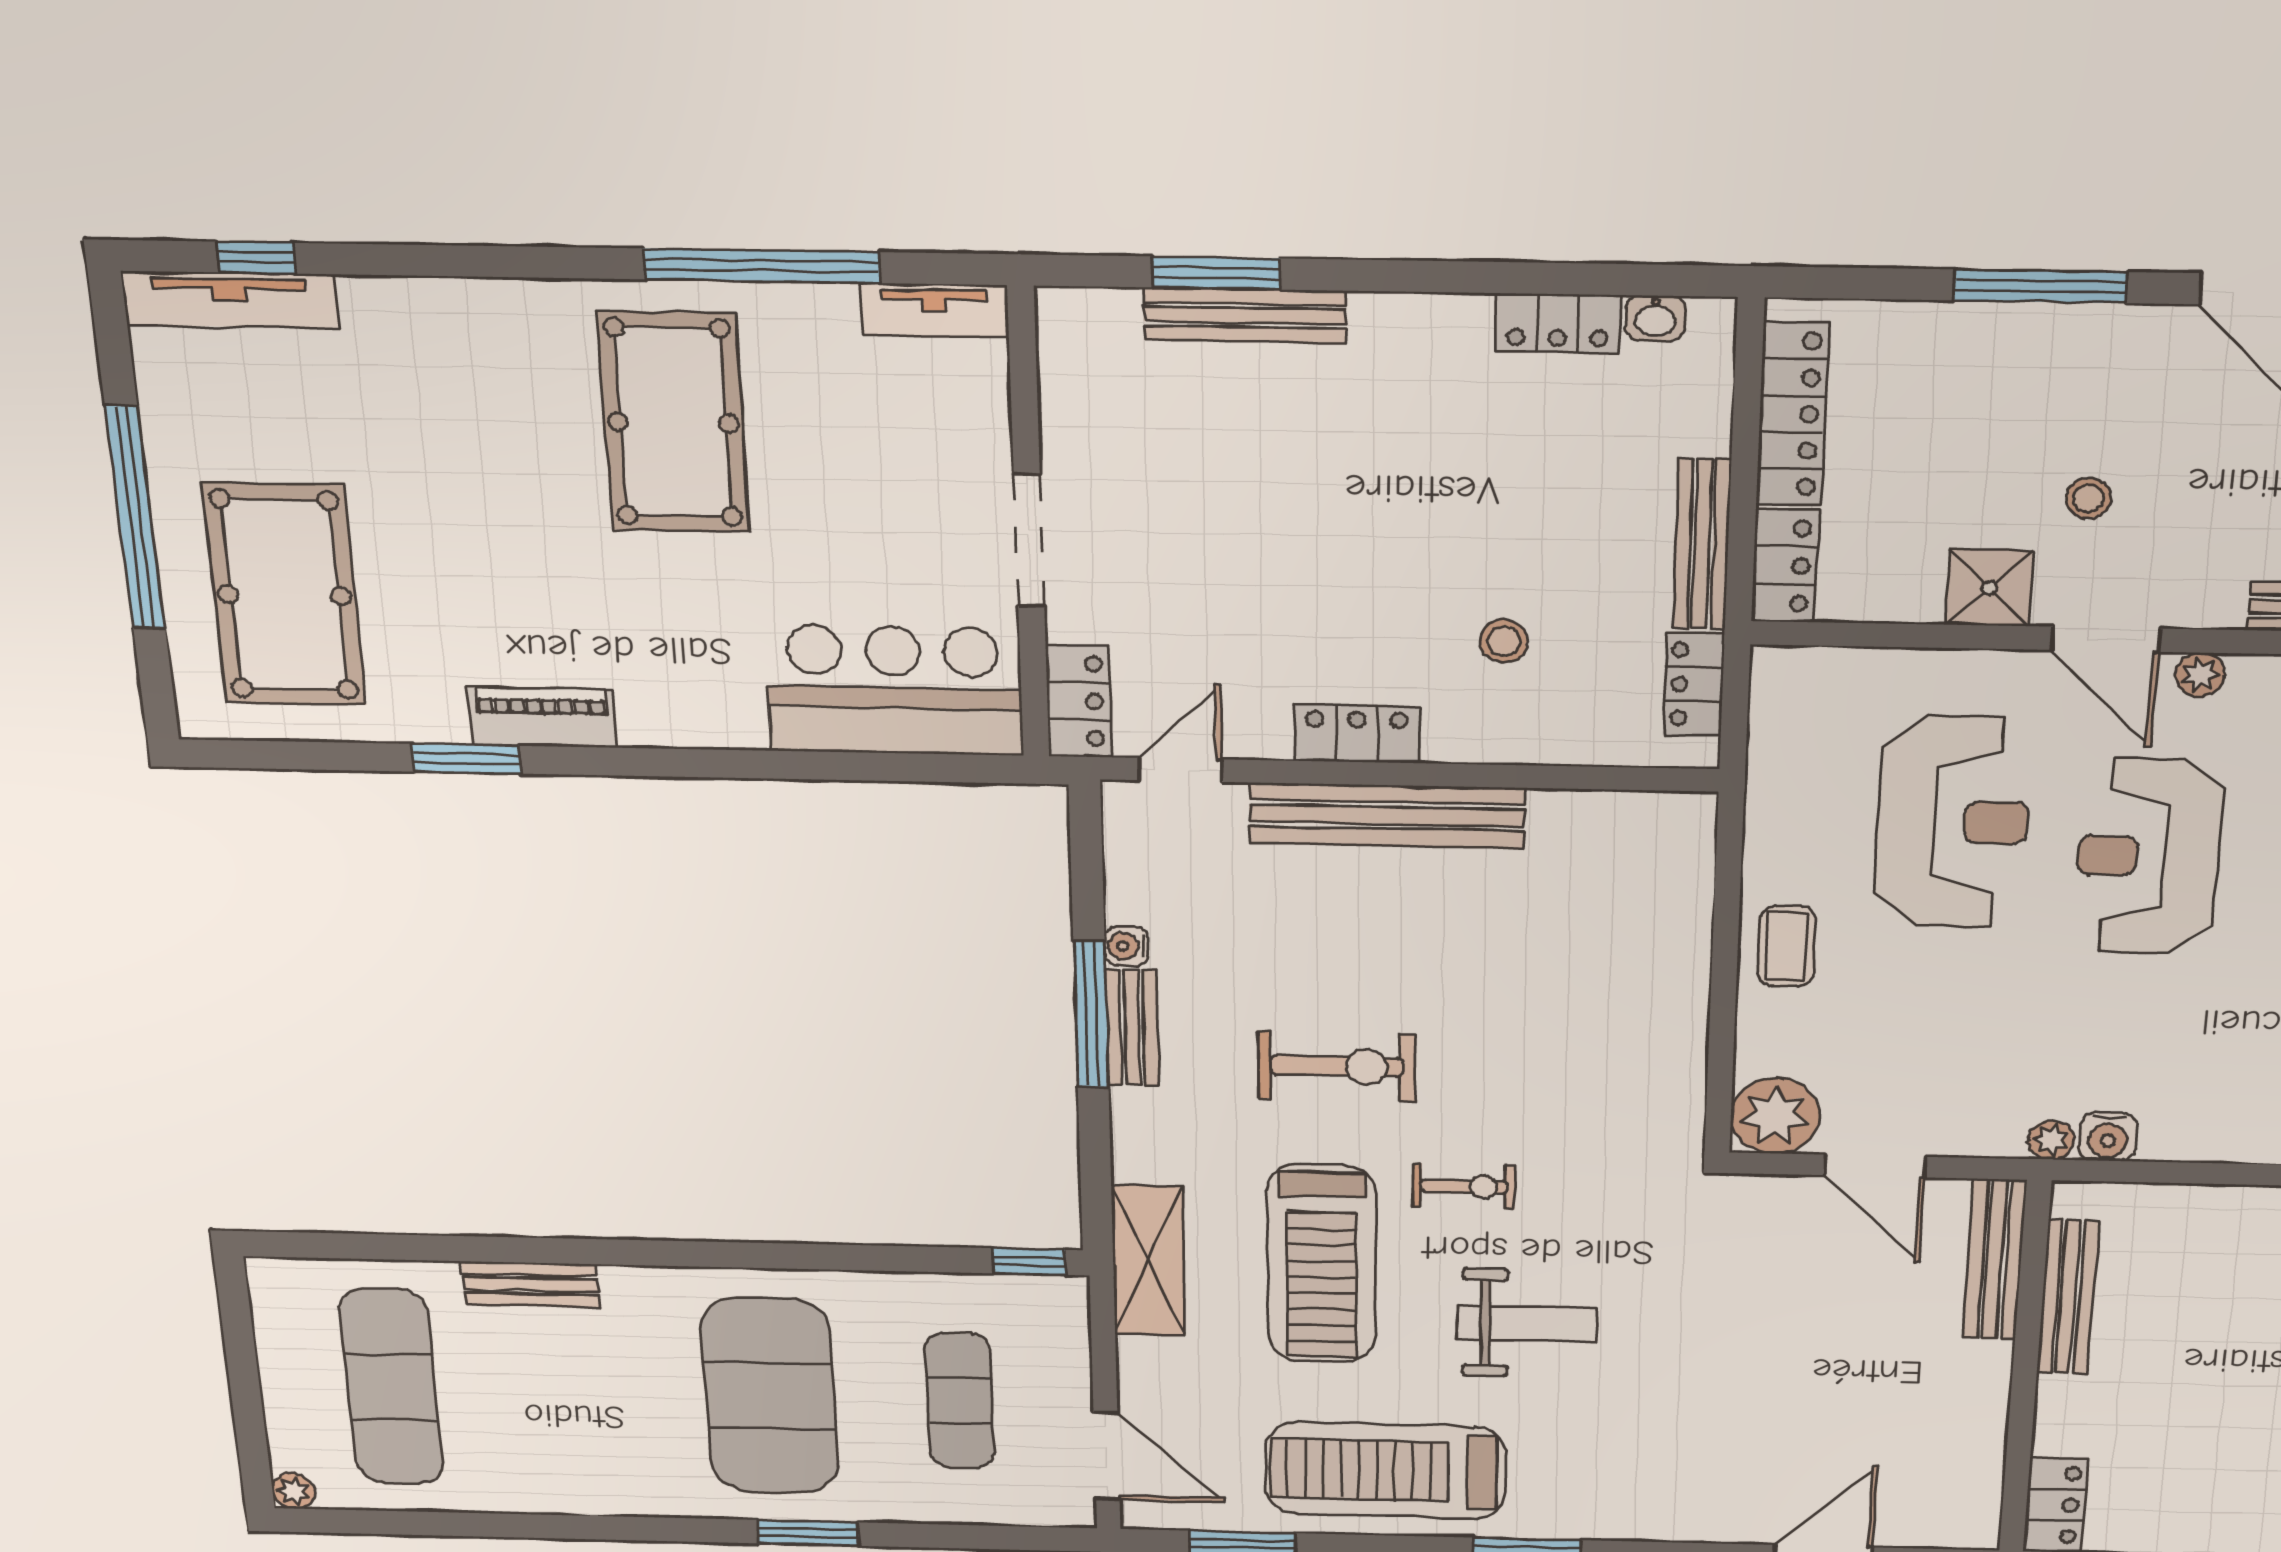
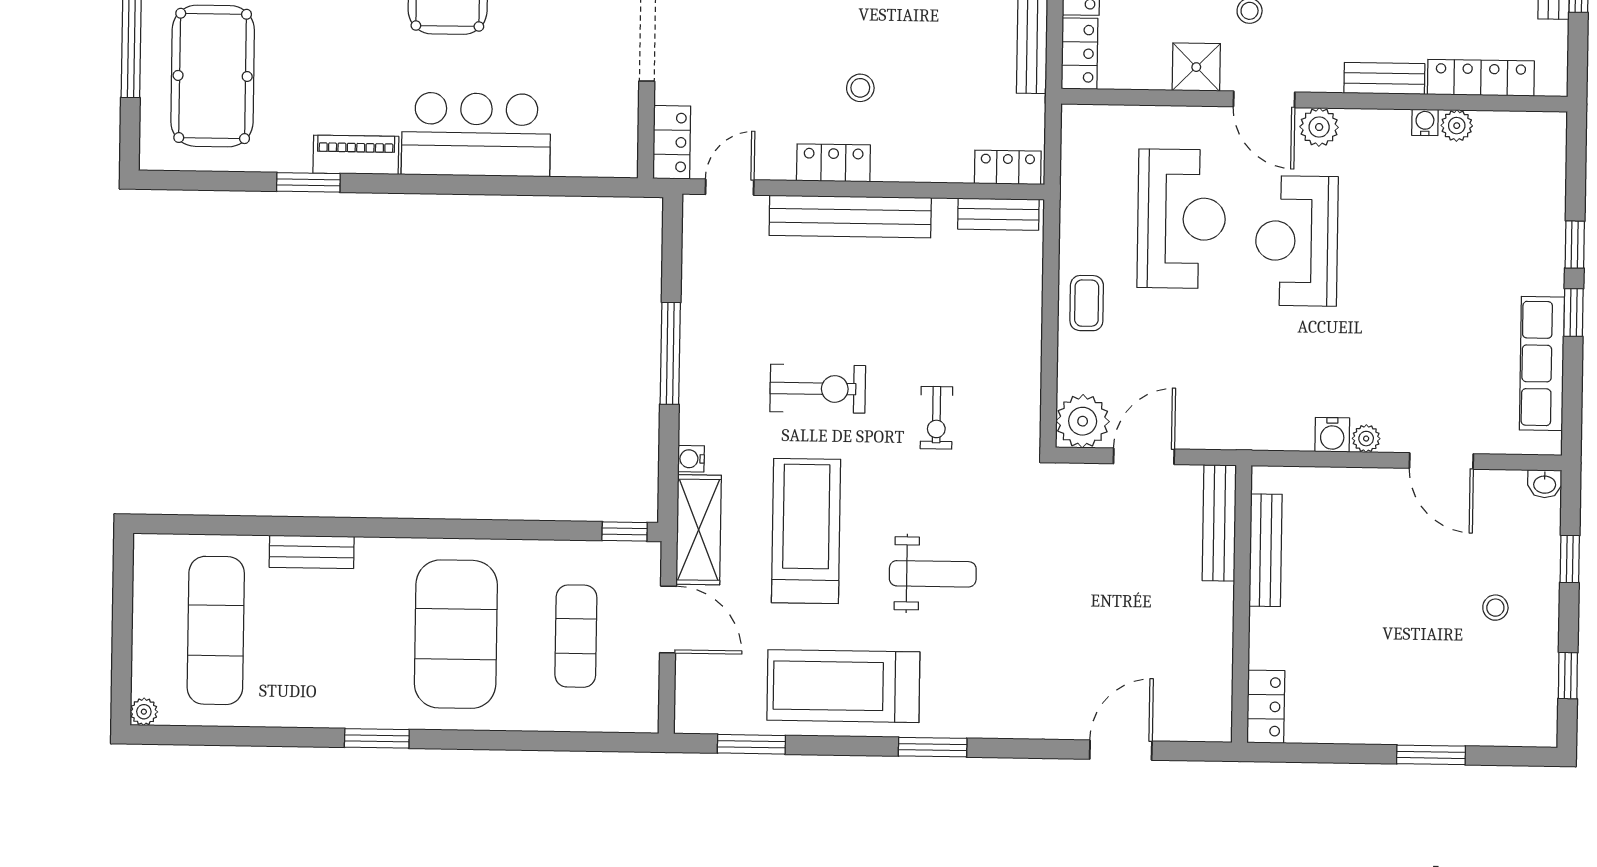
stool: (1504, 641) -> (860, 88), moved
plant: (2200, 675) -> (1319, 127), width x1.38, depth x1.38
locker: (1694, 684) -> (1008, 167), moved, turned 90
bar counter: (894, 690) -> (476, 135), moved
water cooler: (1126, 946) -> (691, 459), moved
bench: (1132, 1028) -> (998, 214), moved, turned 90
water cooler: (2108, 1137) -> (1332, 435), moved
plant: (2051, 1140) -> (1366, 439), moved
door: (1875, 1166) -> (1144, 456), swing flipped
exercise bike: (1464, 1186) -> (936, 418), moved, turned 90
treadmill: (1322, 1264) -> (806, 531), turned 180
door: (1107, 1456) -> (668, 620), moved
window: (808, 1533) -> (377, 738), moved

